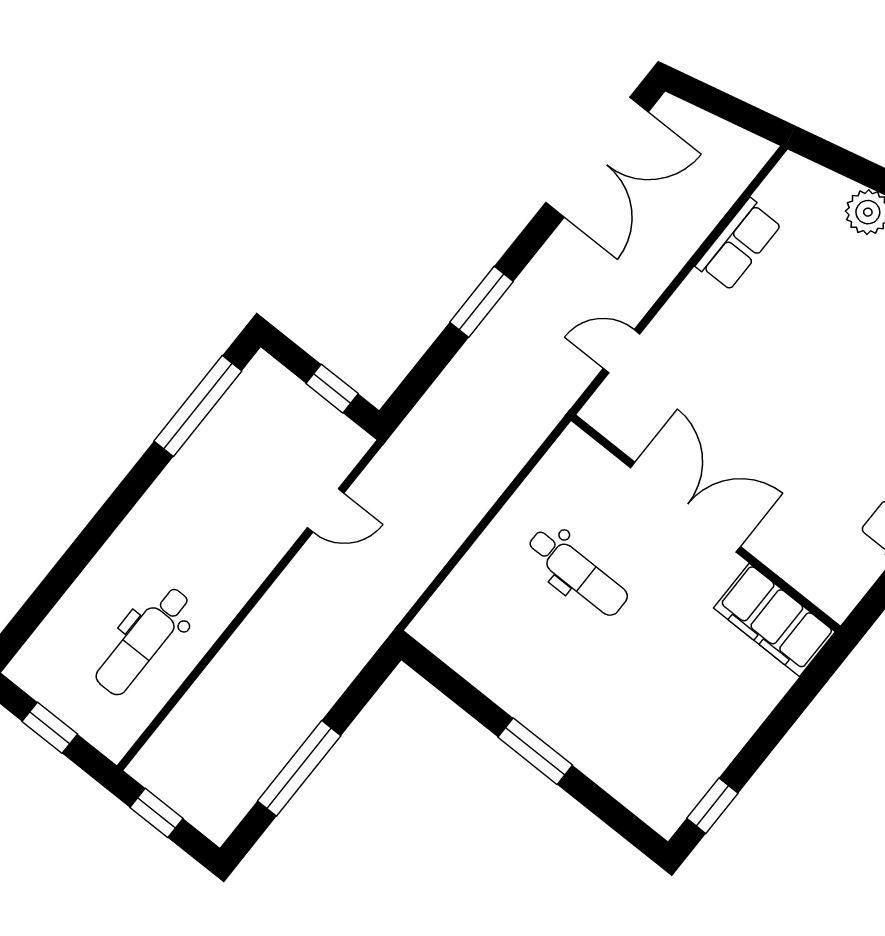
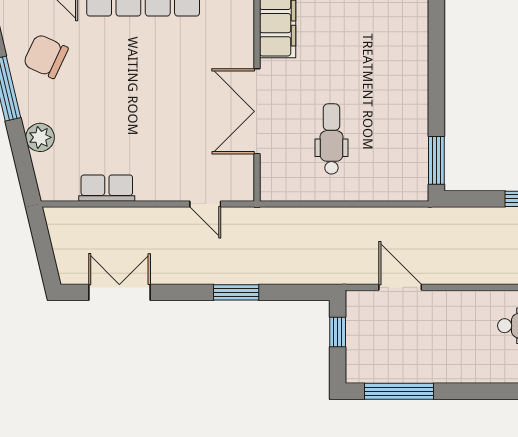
double door: (597, 157) -> (119, 292), width x0.73
door: (326, 510) -> (400, 287), width x1.38
window: (535, 751) -> (436, 160), moved

